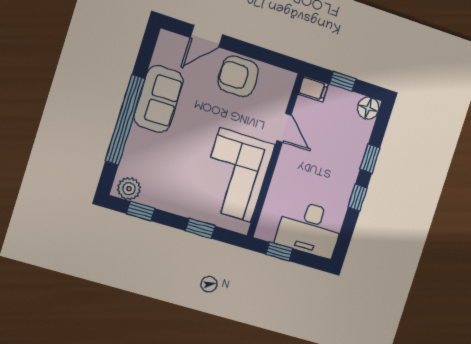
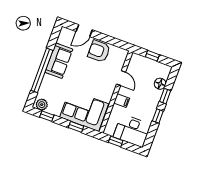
filing cabinet: (313, 89) -> (122, 101), moved
floor lamp: (368, 108) -> (160, 84), moved
corner sofa: (235, 175) -> (84, 110), moved, turned 90

